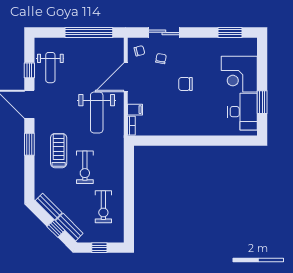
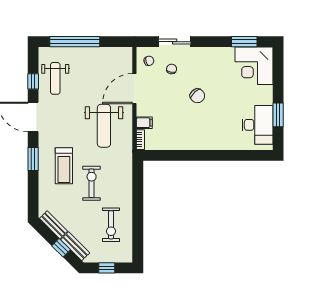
window: (89, 32) -> (75, 42), moved
corner desk: (239, 74) -> (254, 66), moved
chair: (186, 84) -> (197, 96), turned -133
treadmill: (59, 151) -> (64, 166), turned 180
exercise bike: (85, 167) -> (92, 183), turned 180

